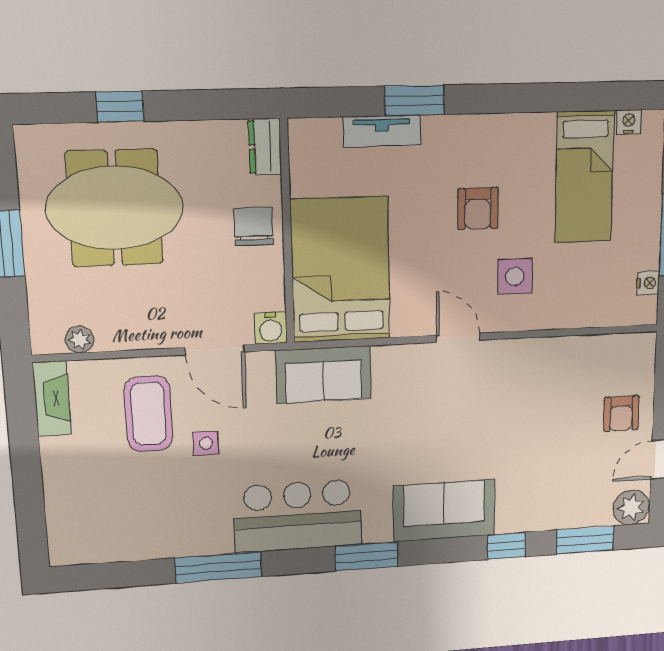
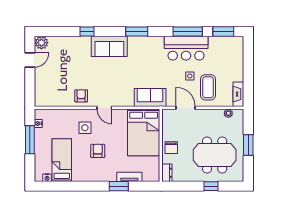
water cooler: (271, 328) -> (167, 114), removed
armchair: (621, 414) -> (81, 96), moved
bar counter: (298, 516) -> (186, 48), moved
window: (585, 540) -> (223, 32), moved

